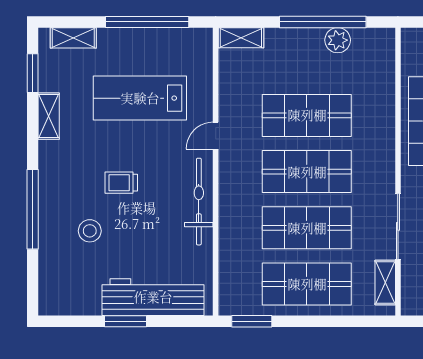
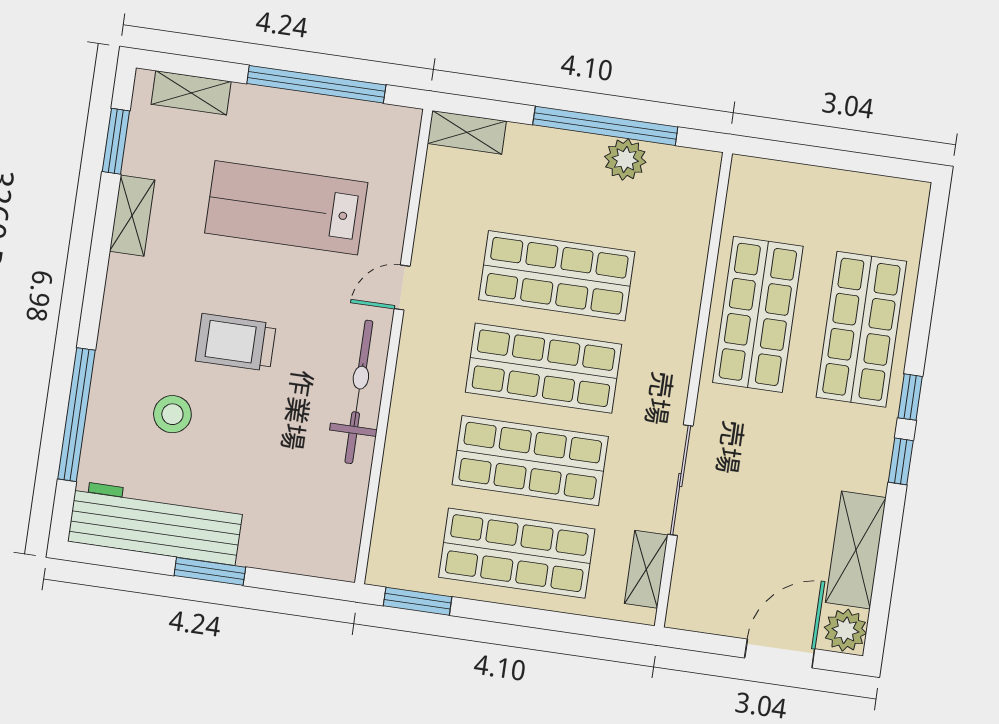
trolley: (121, 183) -> (236, 342), width x1.36, depth x1.39
window: (33, 209) -> (77, 415), moved
workbench: (153, 297) -> (156, 523), moved

